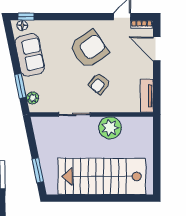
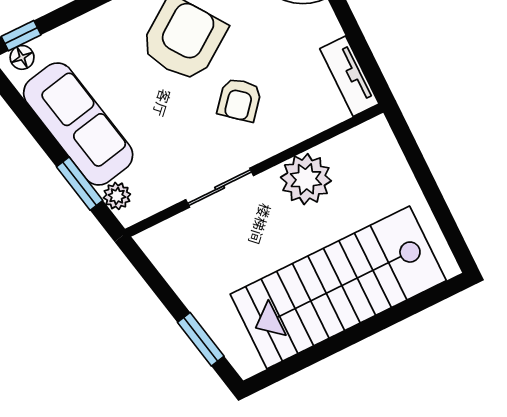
sofa: (30, 55) -> (78, 124), width x1.36

